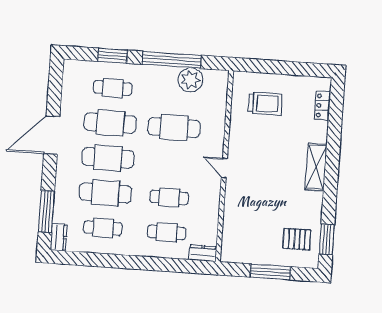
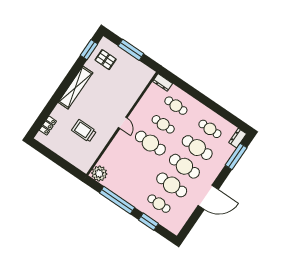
plant: (191, 80) -> (99, 173), moved
trolley: (265, 104) -> (84, 131), moved
cafe table: (174, 127) -> (150, 143), moved
shelving: (316, 167) -> (75, 88), width x1.47

